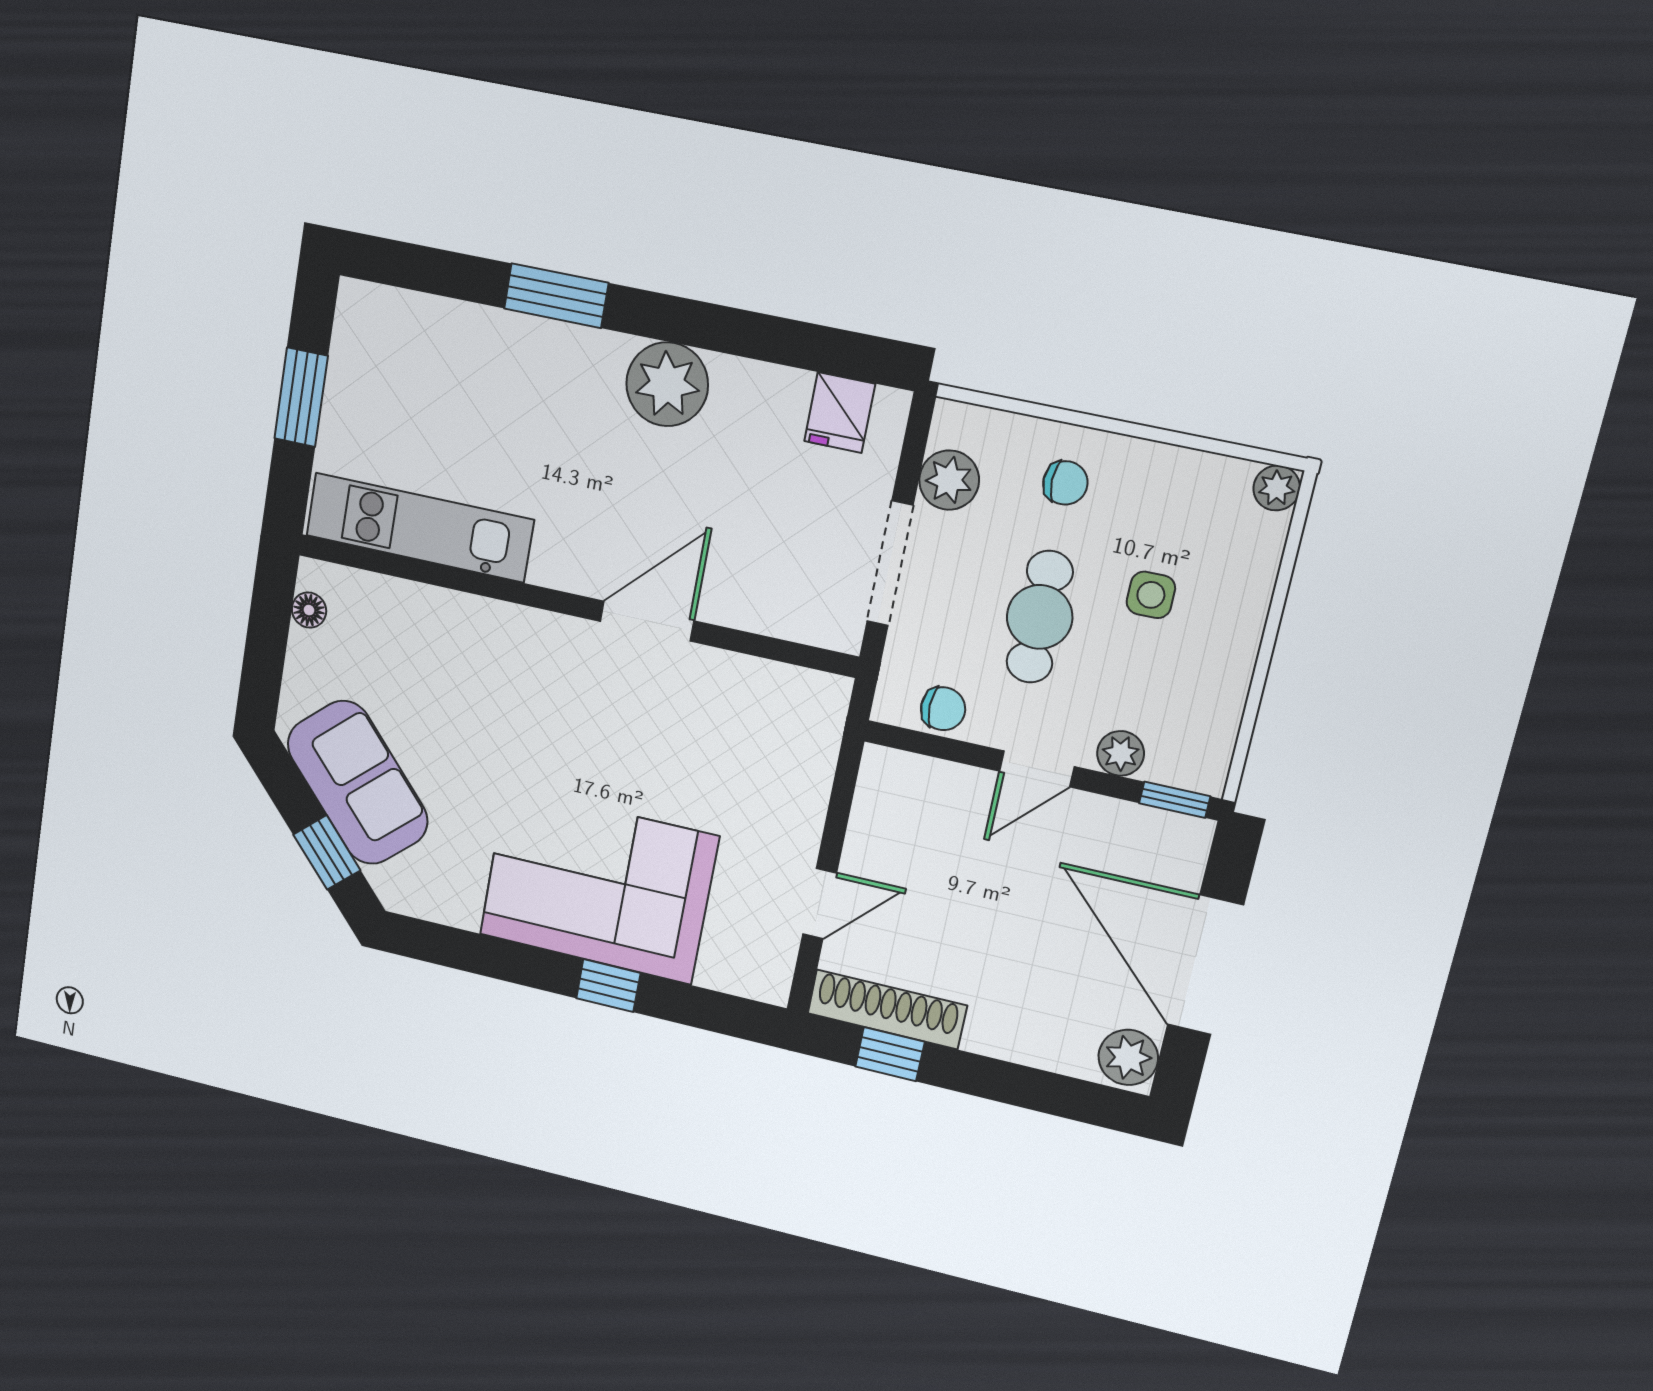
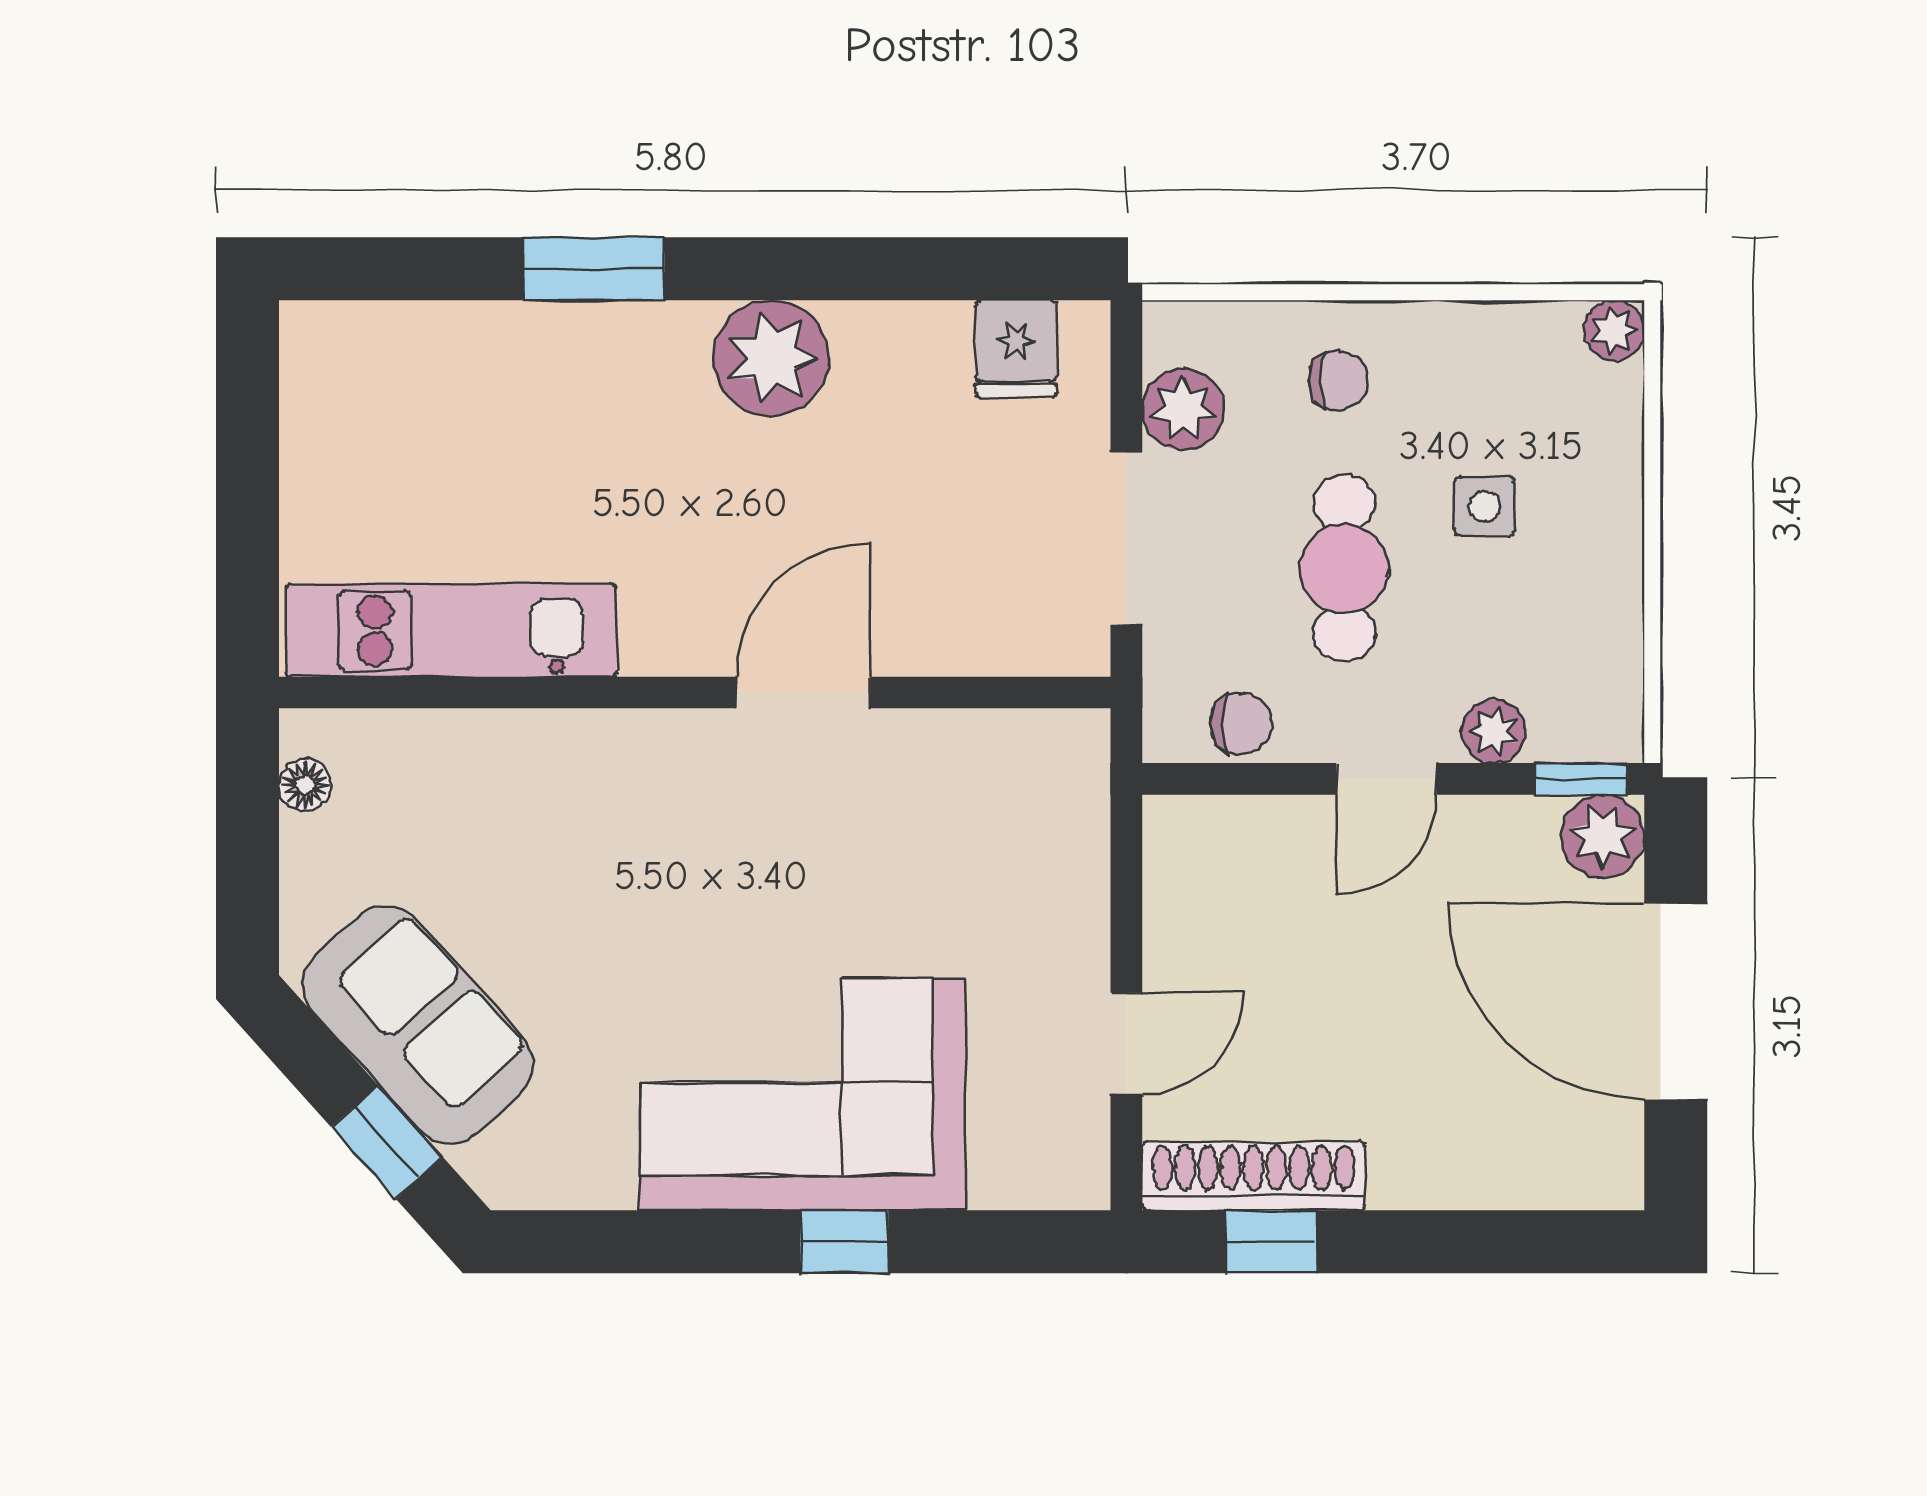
window: (301, 397) -> (248, 481), removed
plant: (1128, 1057) -> (1603, 836), moved

